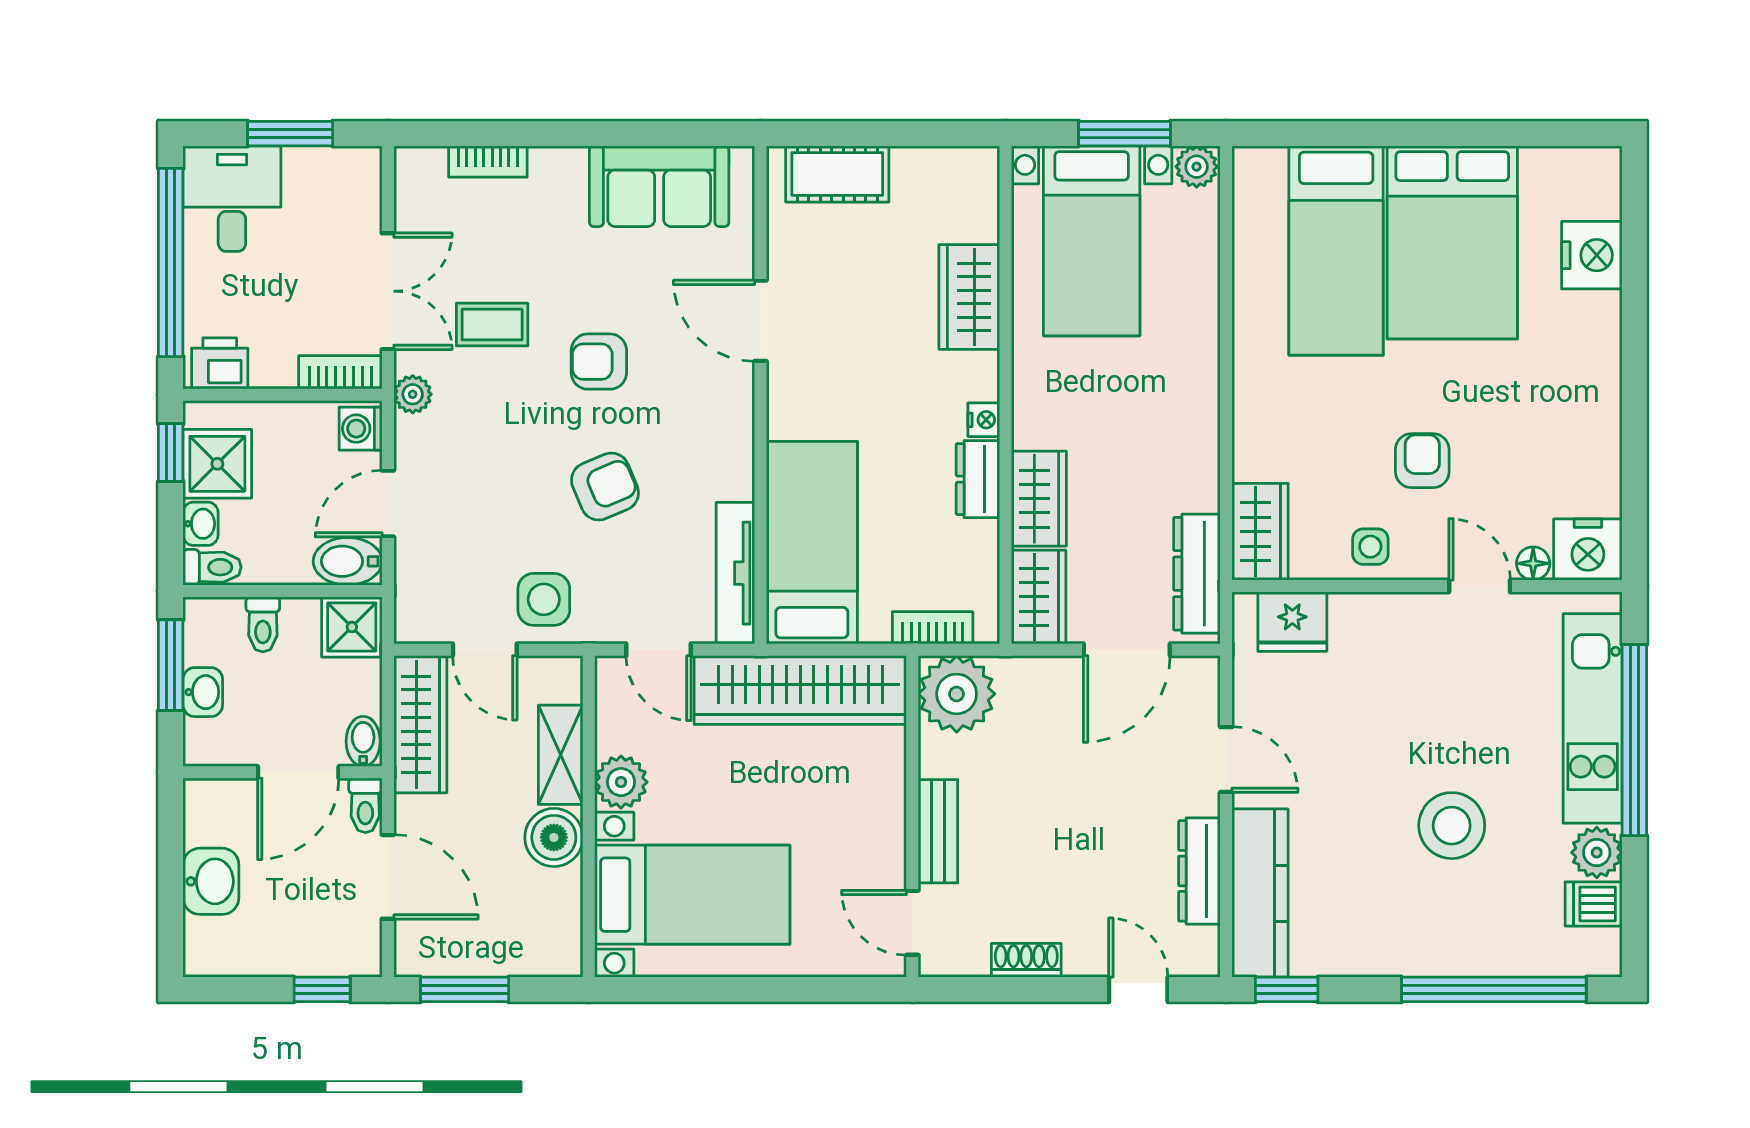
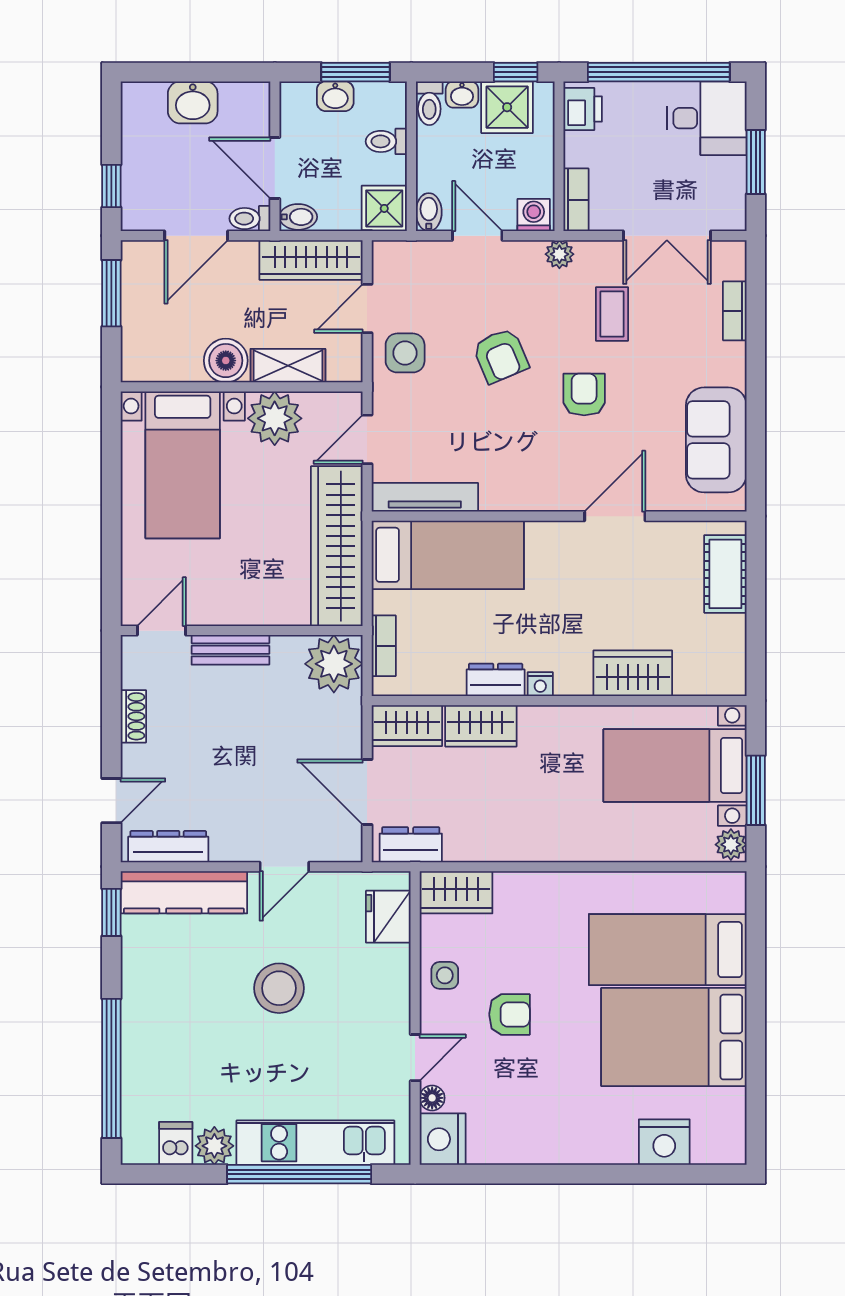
double door: (388, 291) -> (667, 236), moved
armchair: (605, 487) -> (501, 356), moved
bidet: (348, 561) -> (429, 212), width x0.72, depth x0.74
dresser: (1197, 574) -> (411, 845), width x0.70
plant: (621, 782) -> (275, 418), width x1.36, depth x1.36
stool: (1452, 826) -> (279, 988), moved
dresser: (1199, 871) -> (168, 847), moved

